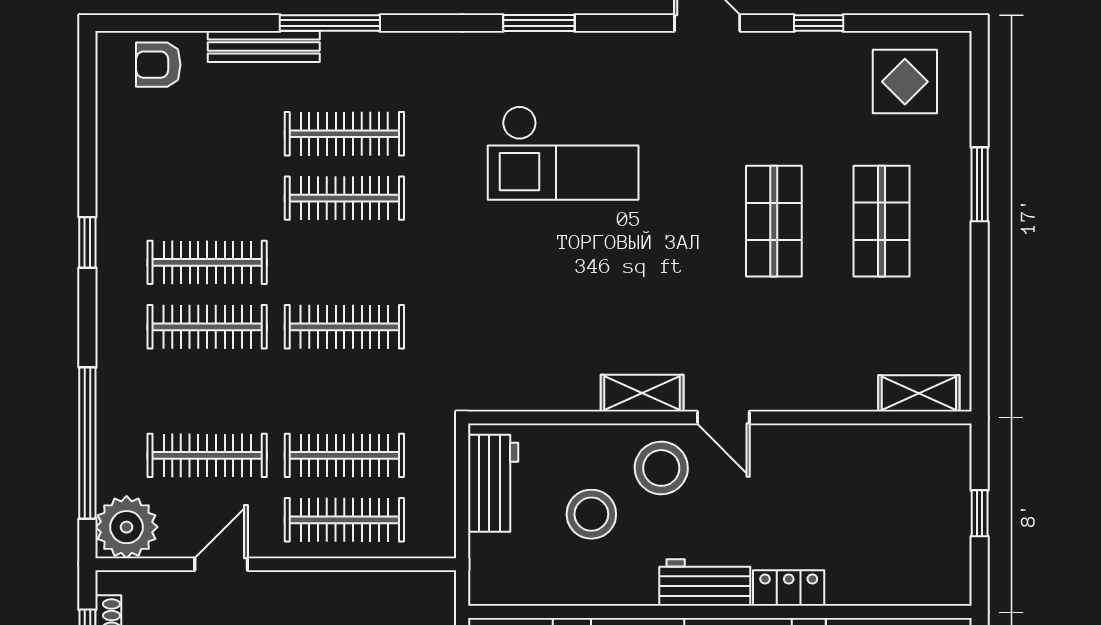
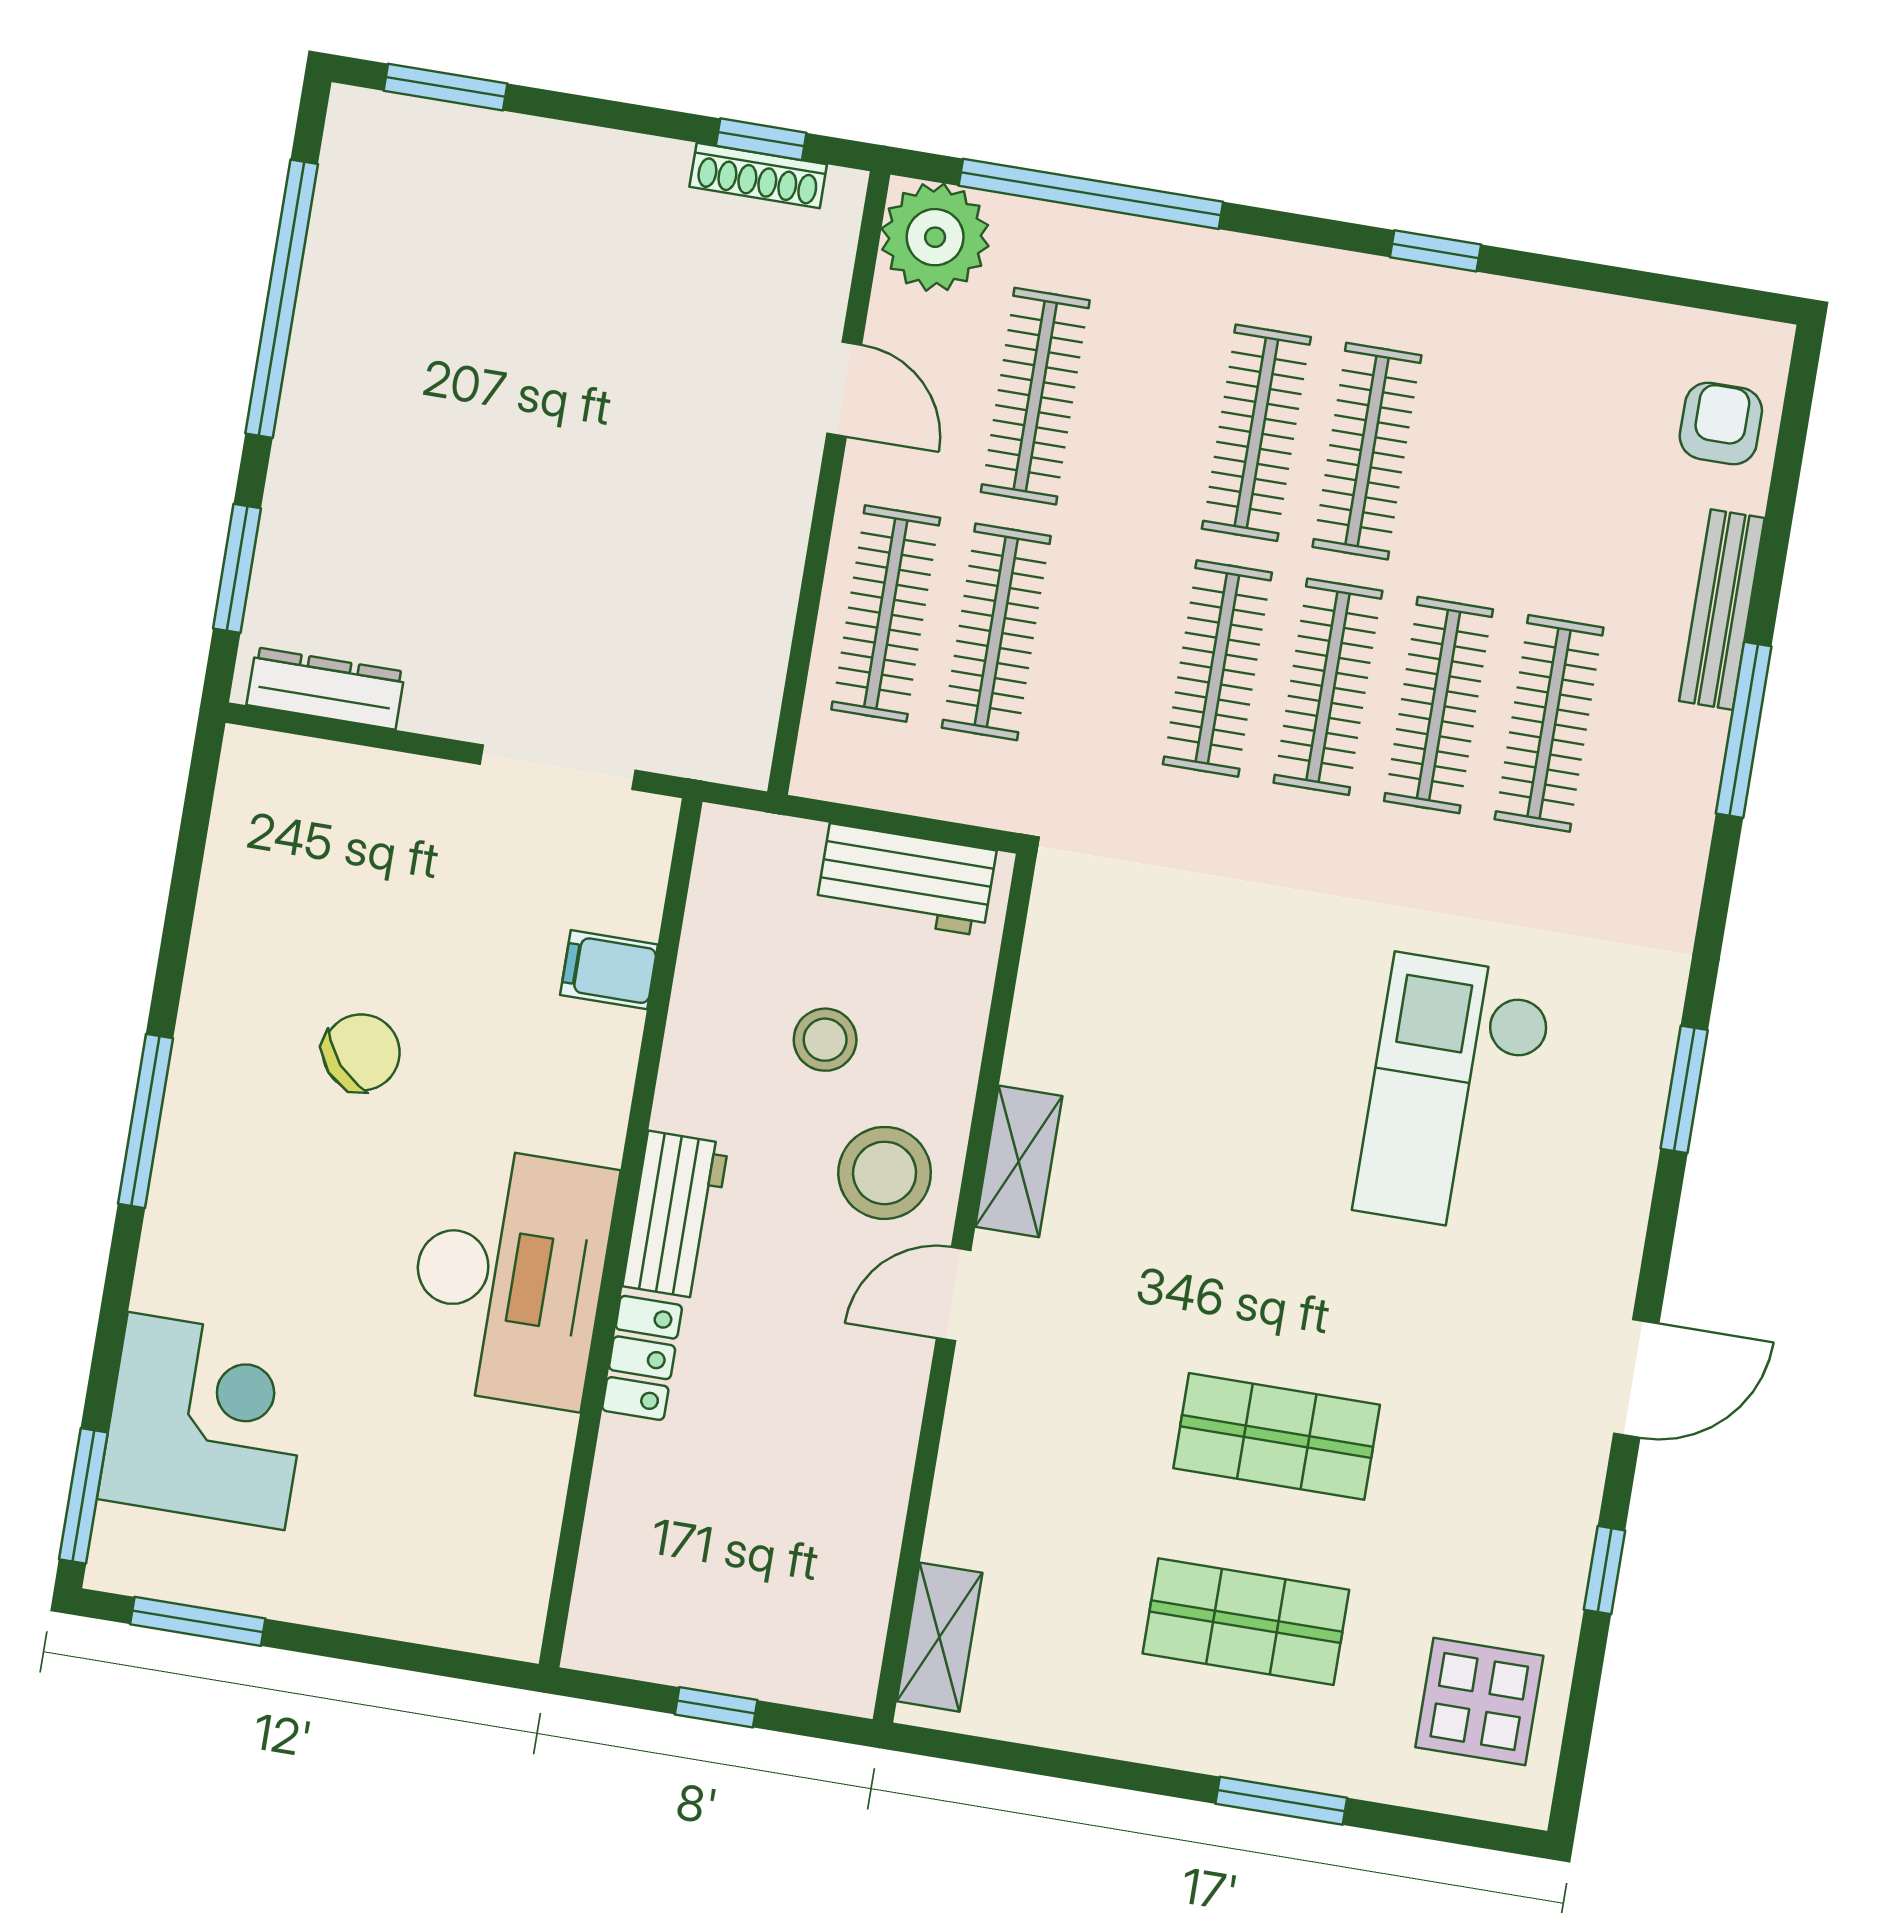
clothes rail: (344, 262) -> (1328, 687), added
stool: (591, 514) -> (825, 1040), width x0.73, depth x0.73

